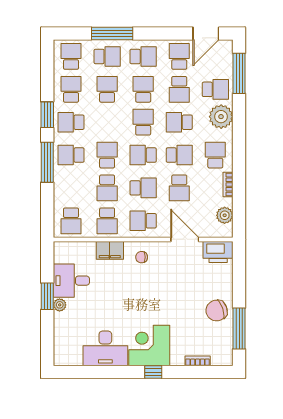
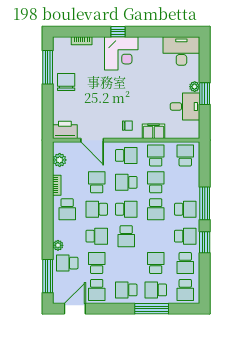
school desk: (107, 89) -> (156, 263), turned 180
school desk: (143, 89) -> (126, 263), removed
plant: (221, 117) -> (58, 245), width x0.53, depth x0.53
chair: (217, 311) -> (66, 82), turned -71
desk: (105, 348) -> (181, 51), moved

